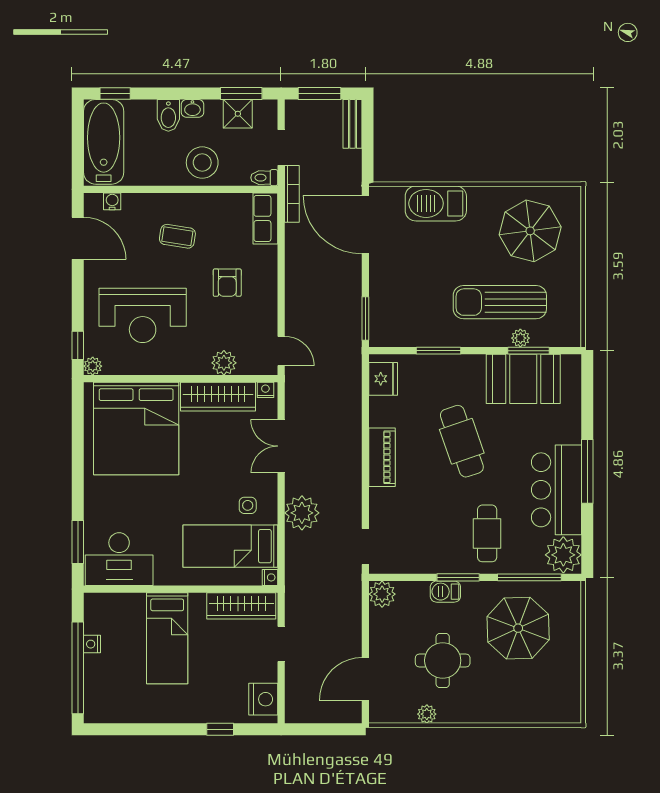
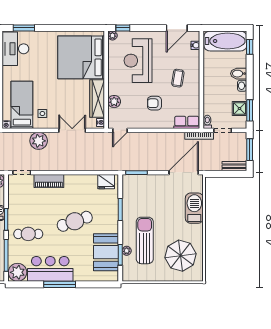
stool: (202, 163) -> (215, 91), removed
piano: (382, 457) -> (49, 181), moved

